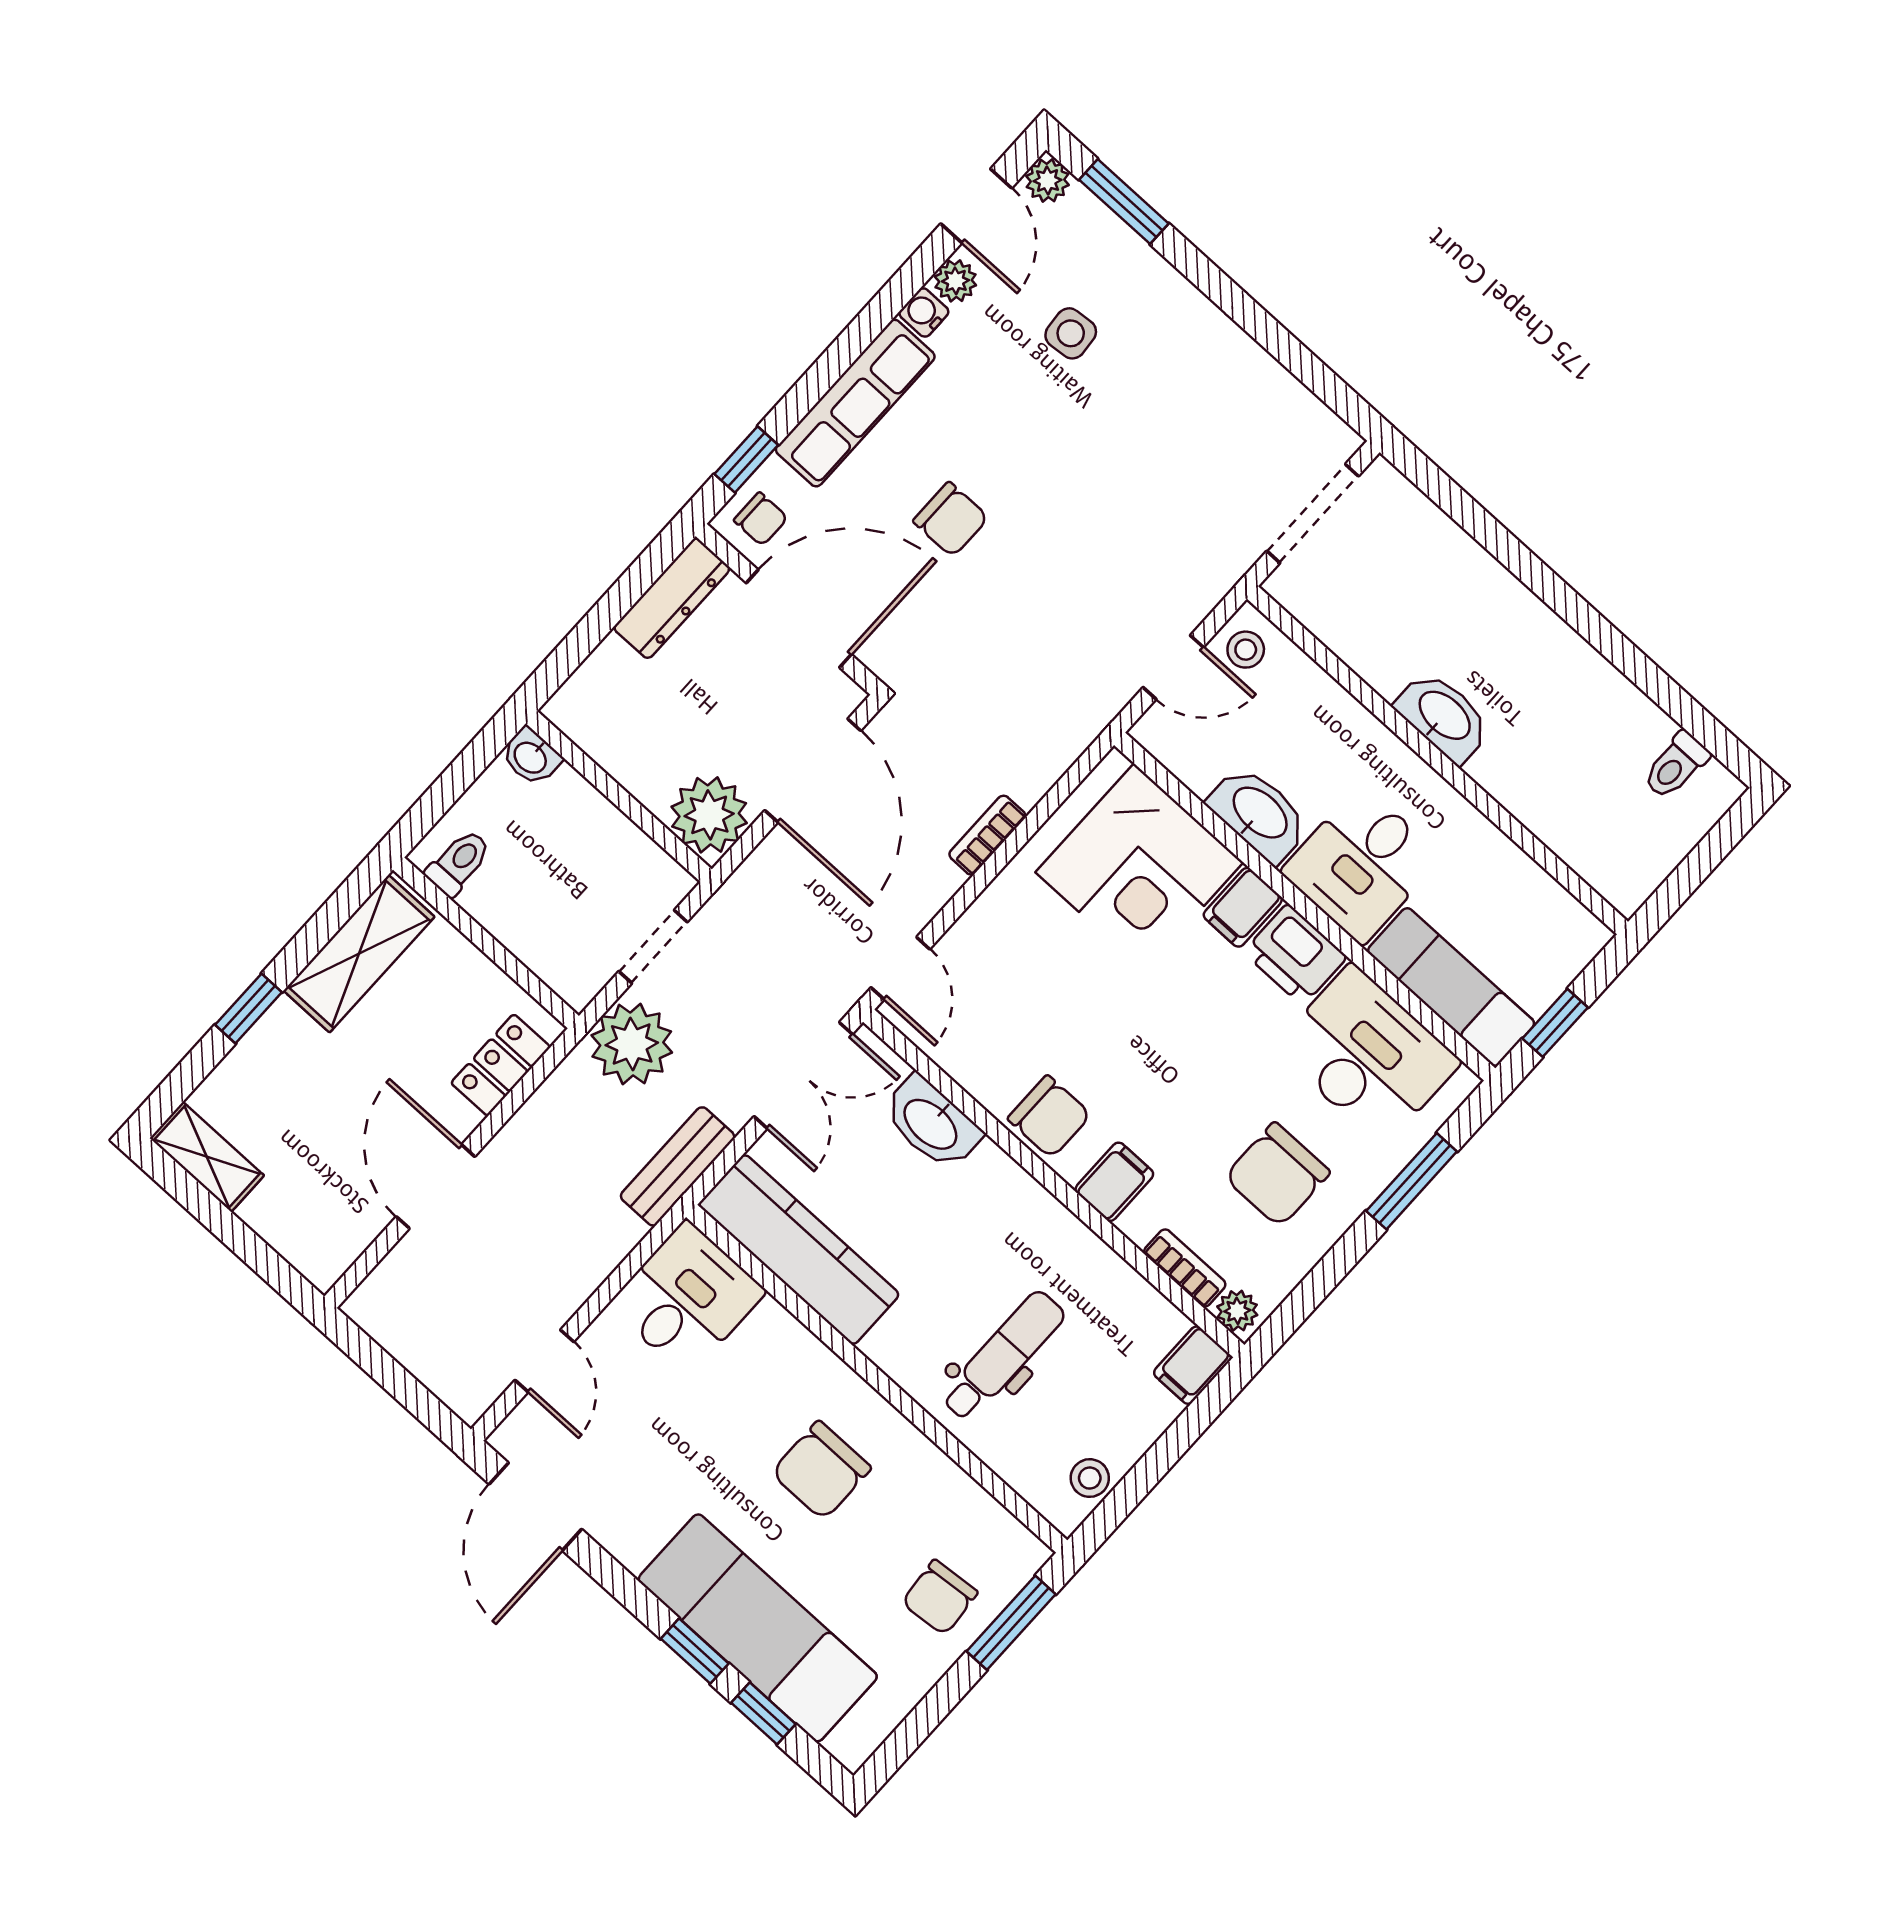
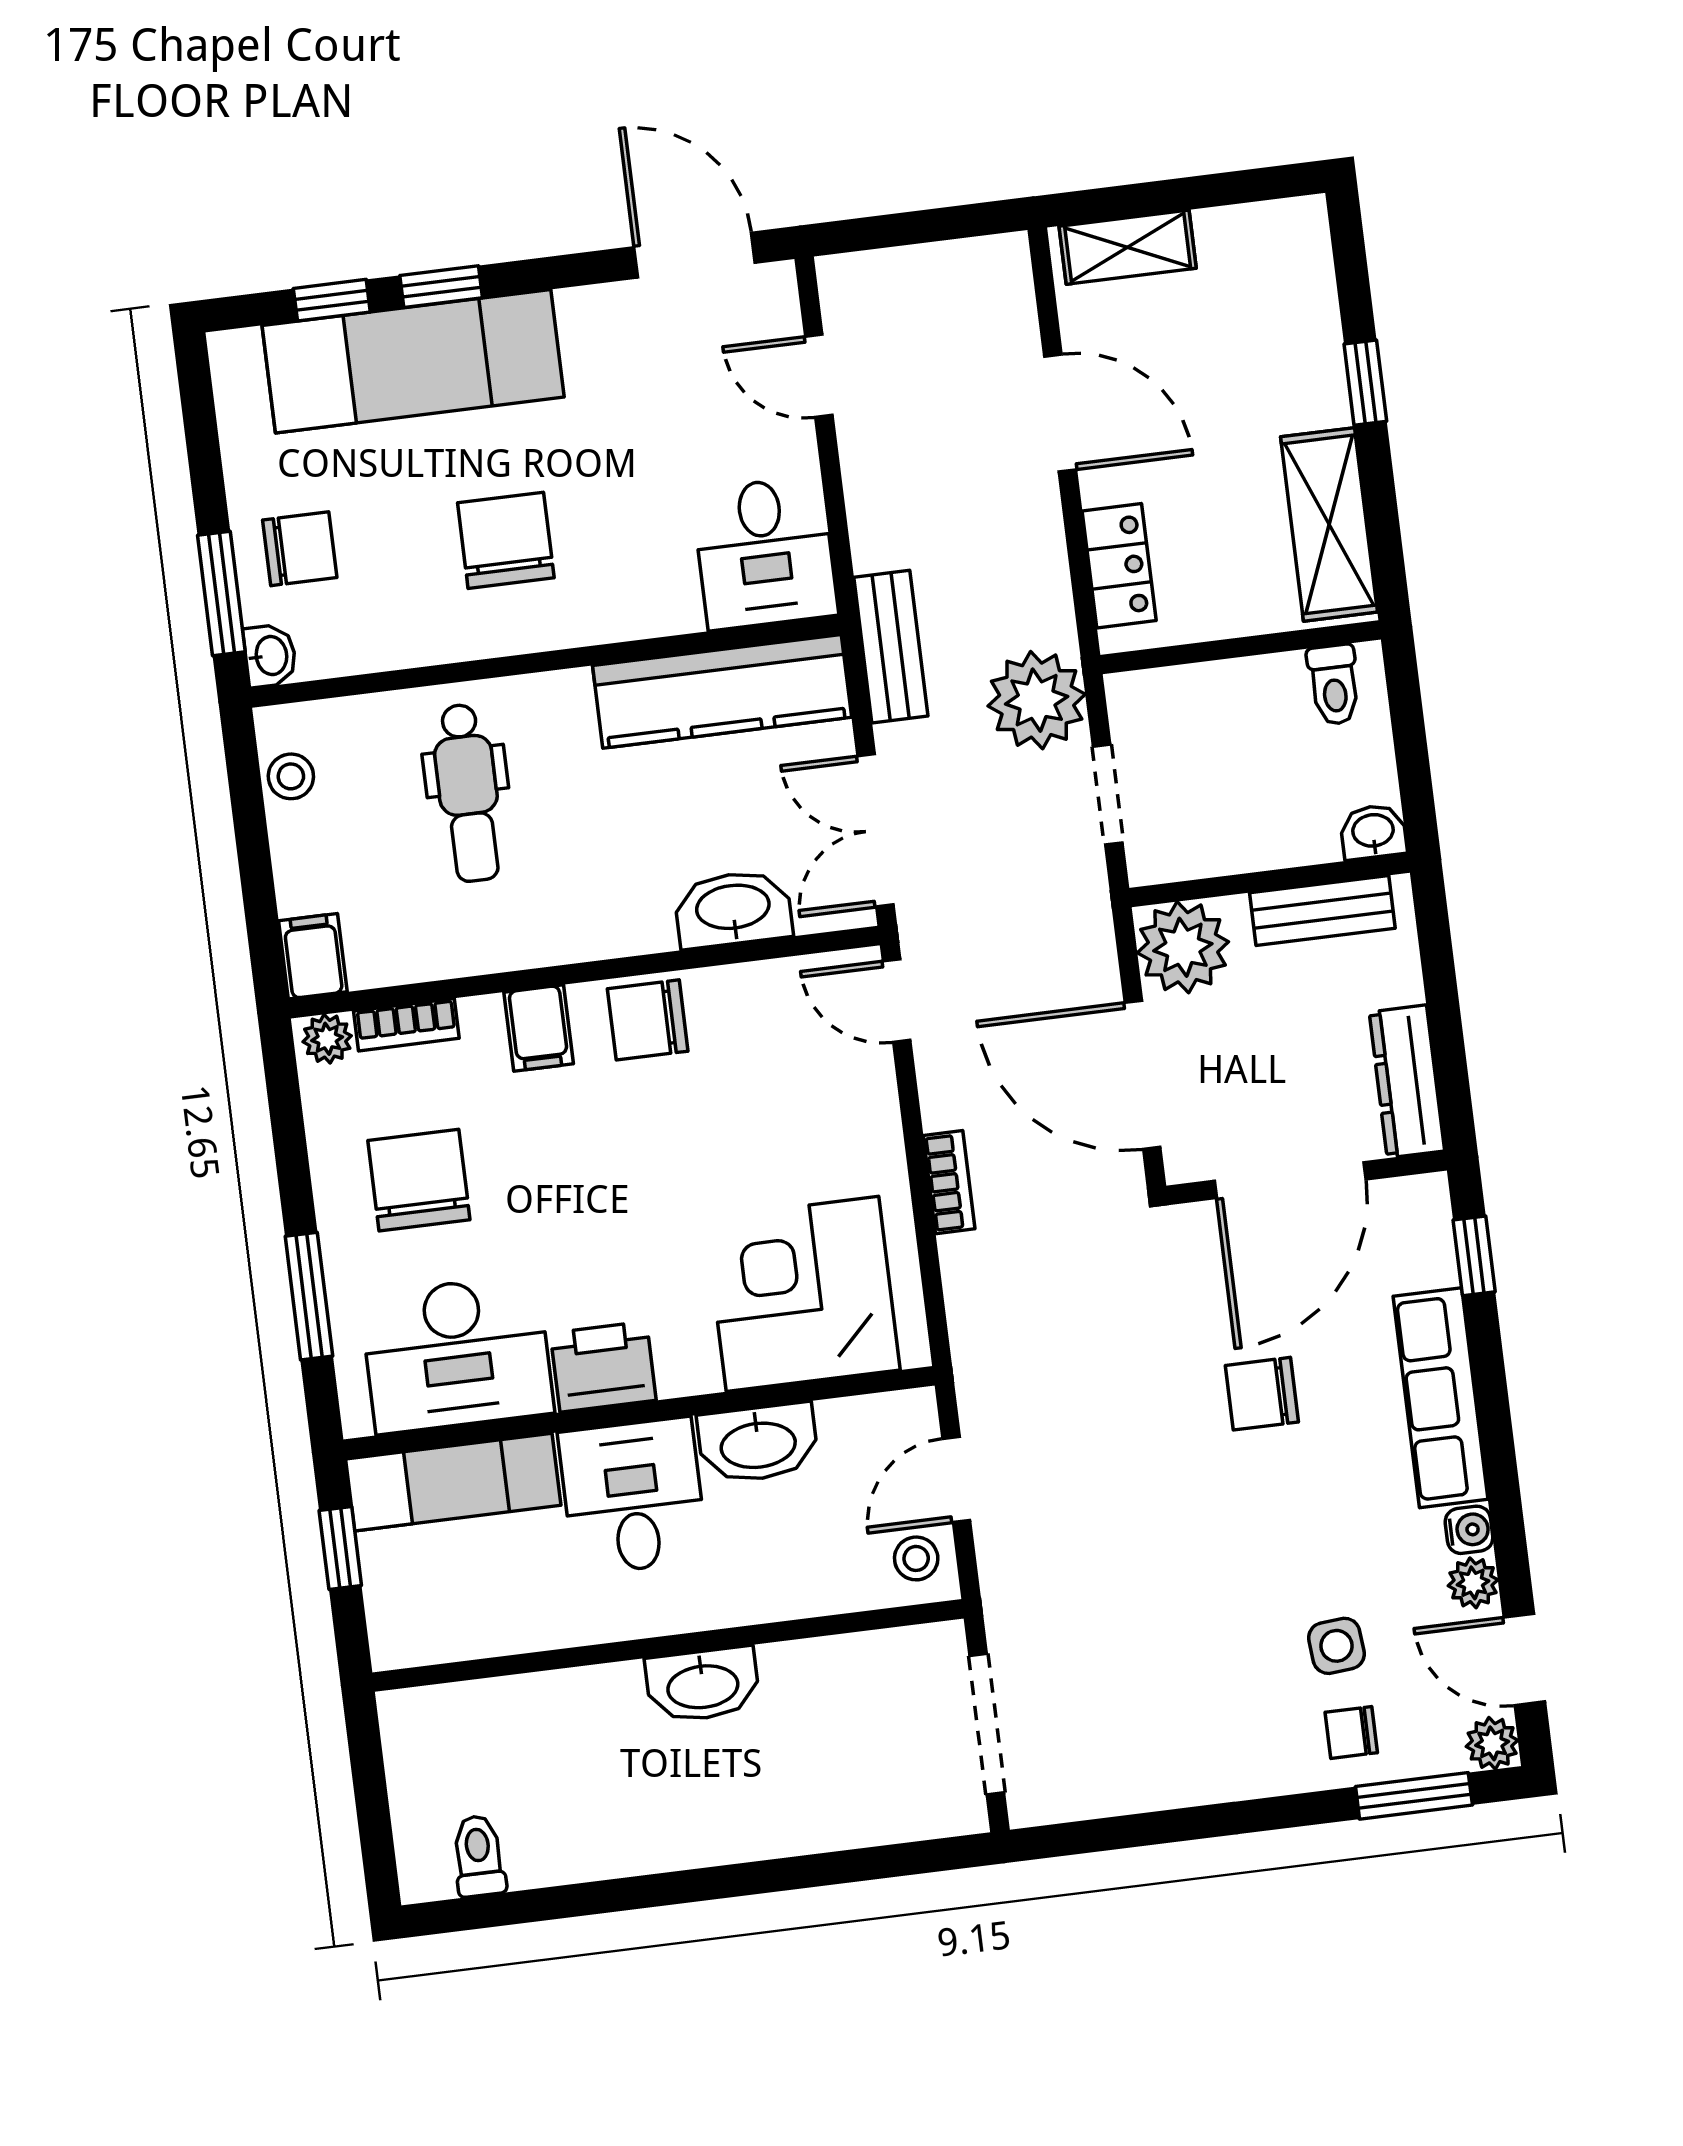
chair: (761, 519) -> (1351, 1733), moved
bench: (609, 746) -> (1322, 910), added
filing cabinet: (1243, 907) -> (686, 1356), removed
shelving: (207, 1157) -> (1128, 247), moved
washbasin: (1024, 1558) -> (270, 656), added
chair: (940, 1597) -> (300, 549), turned 95

